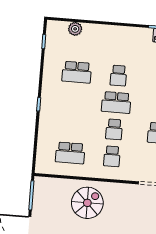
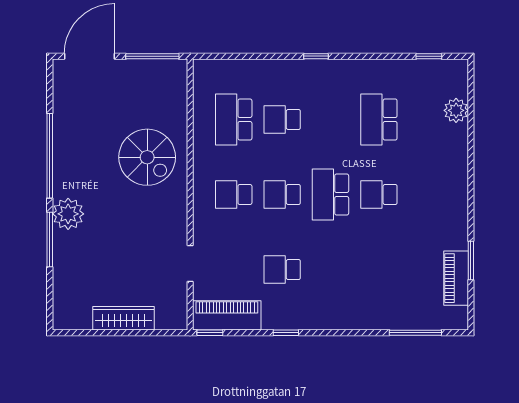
school desk: (72, 126) -> (282, 119), added

